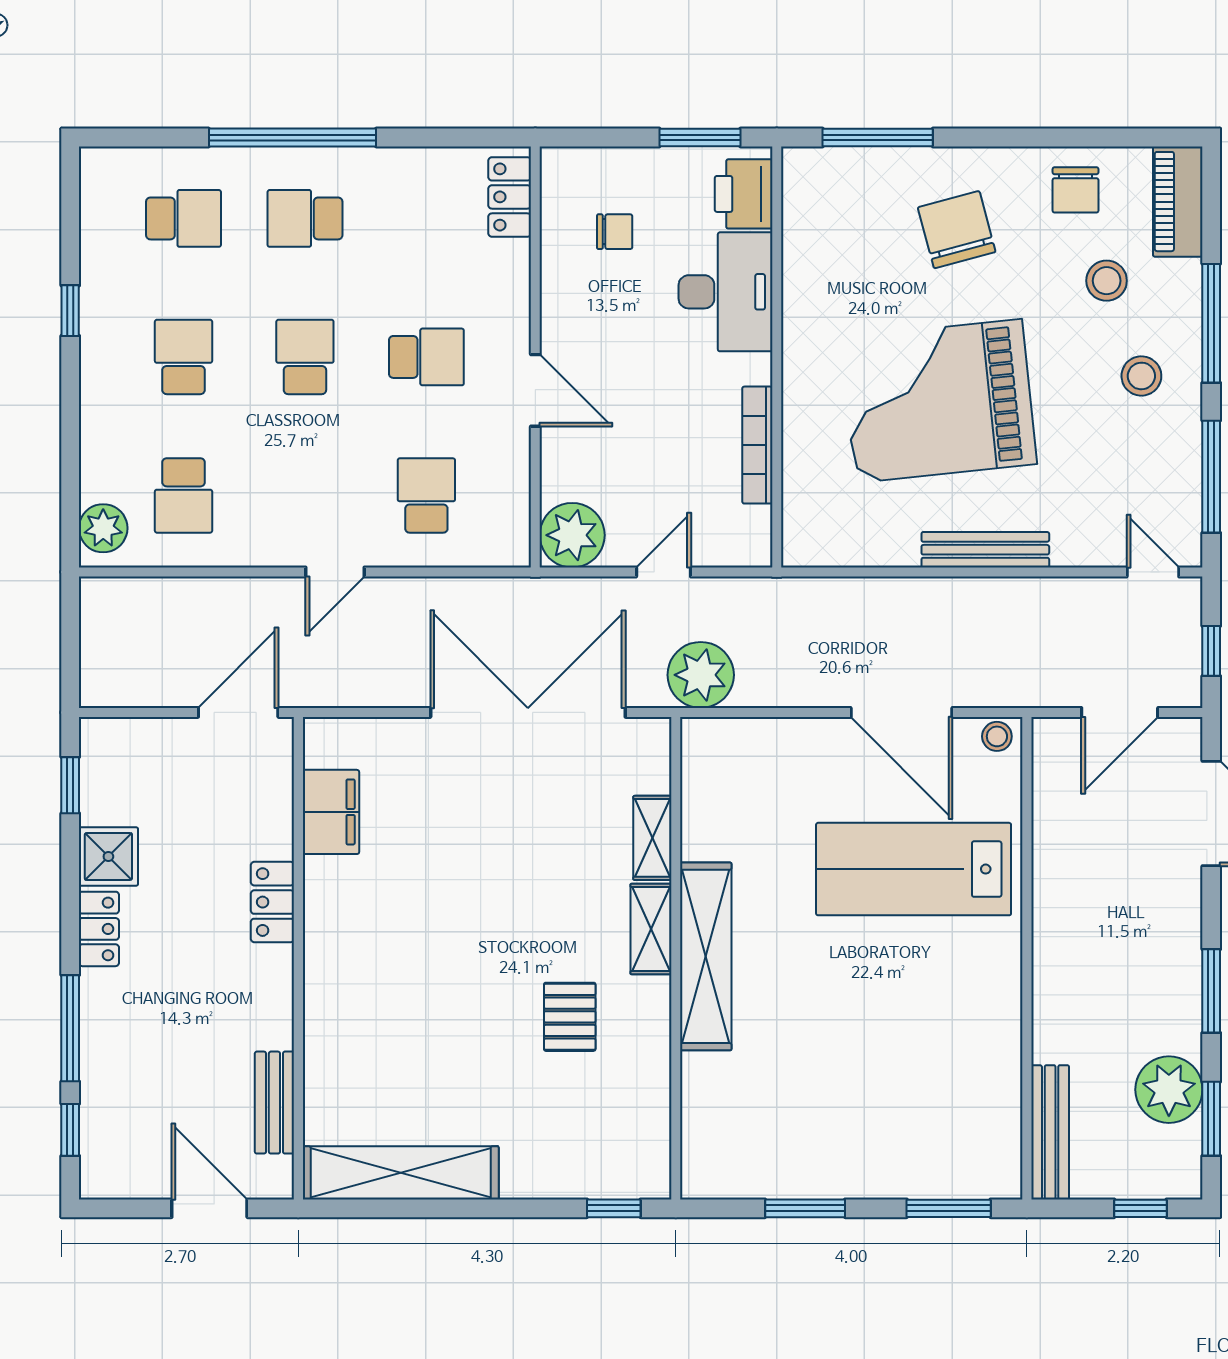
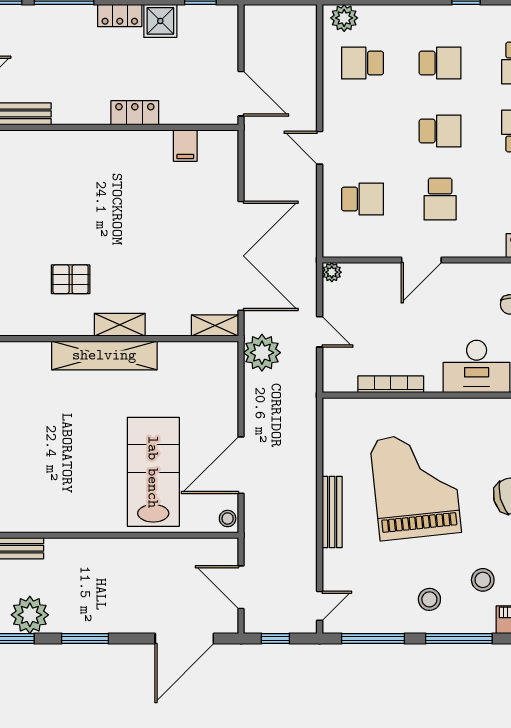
plant: (572, 535) -> (332, 272), width x0.53, depth x0.53
filing cabinet: (331, 812) -> (185, 146), width x0.50
shelving: (652, 838) -> (215, 326), moved

